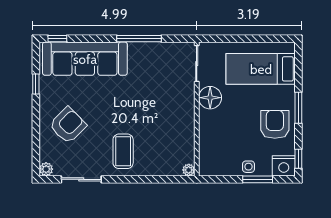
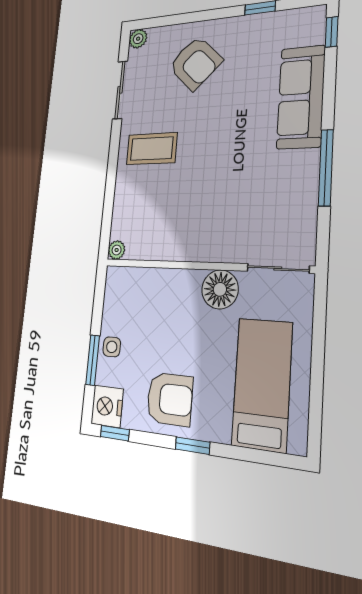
sofa: (85, 59) -> (301, 97), width x0.74, depth x0.79
window: (298, 108) -> (193, 446), width x0.67

